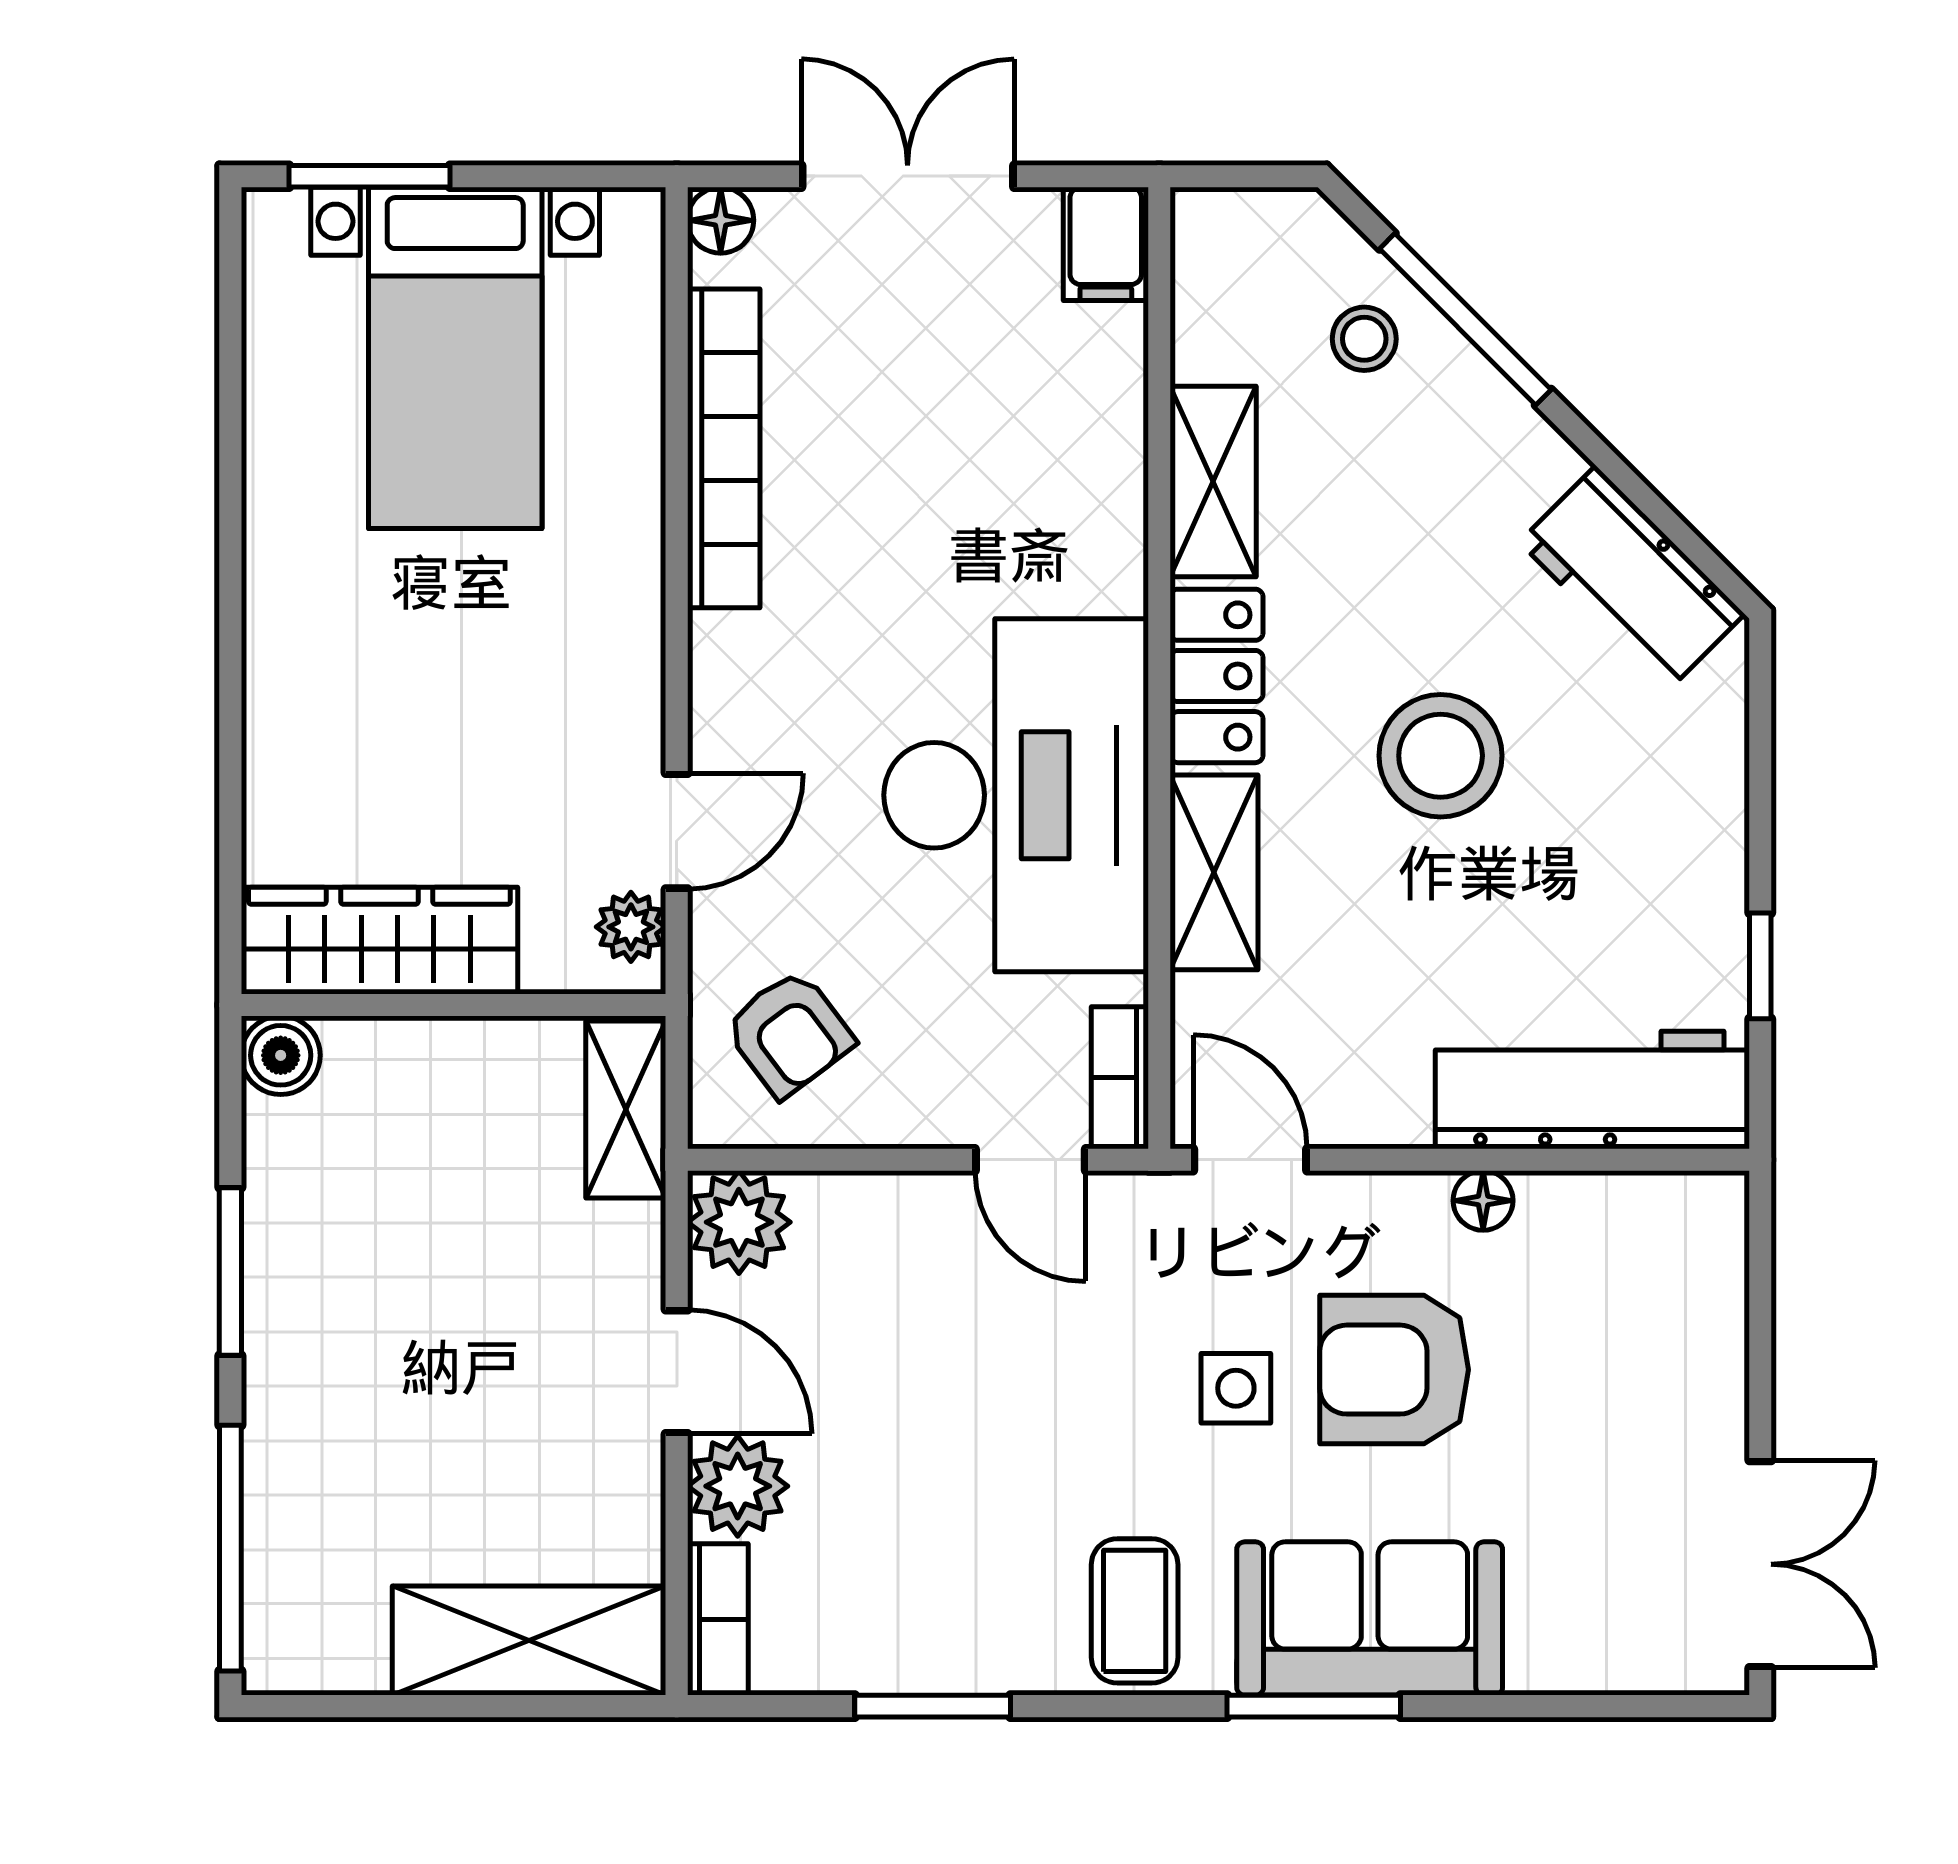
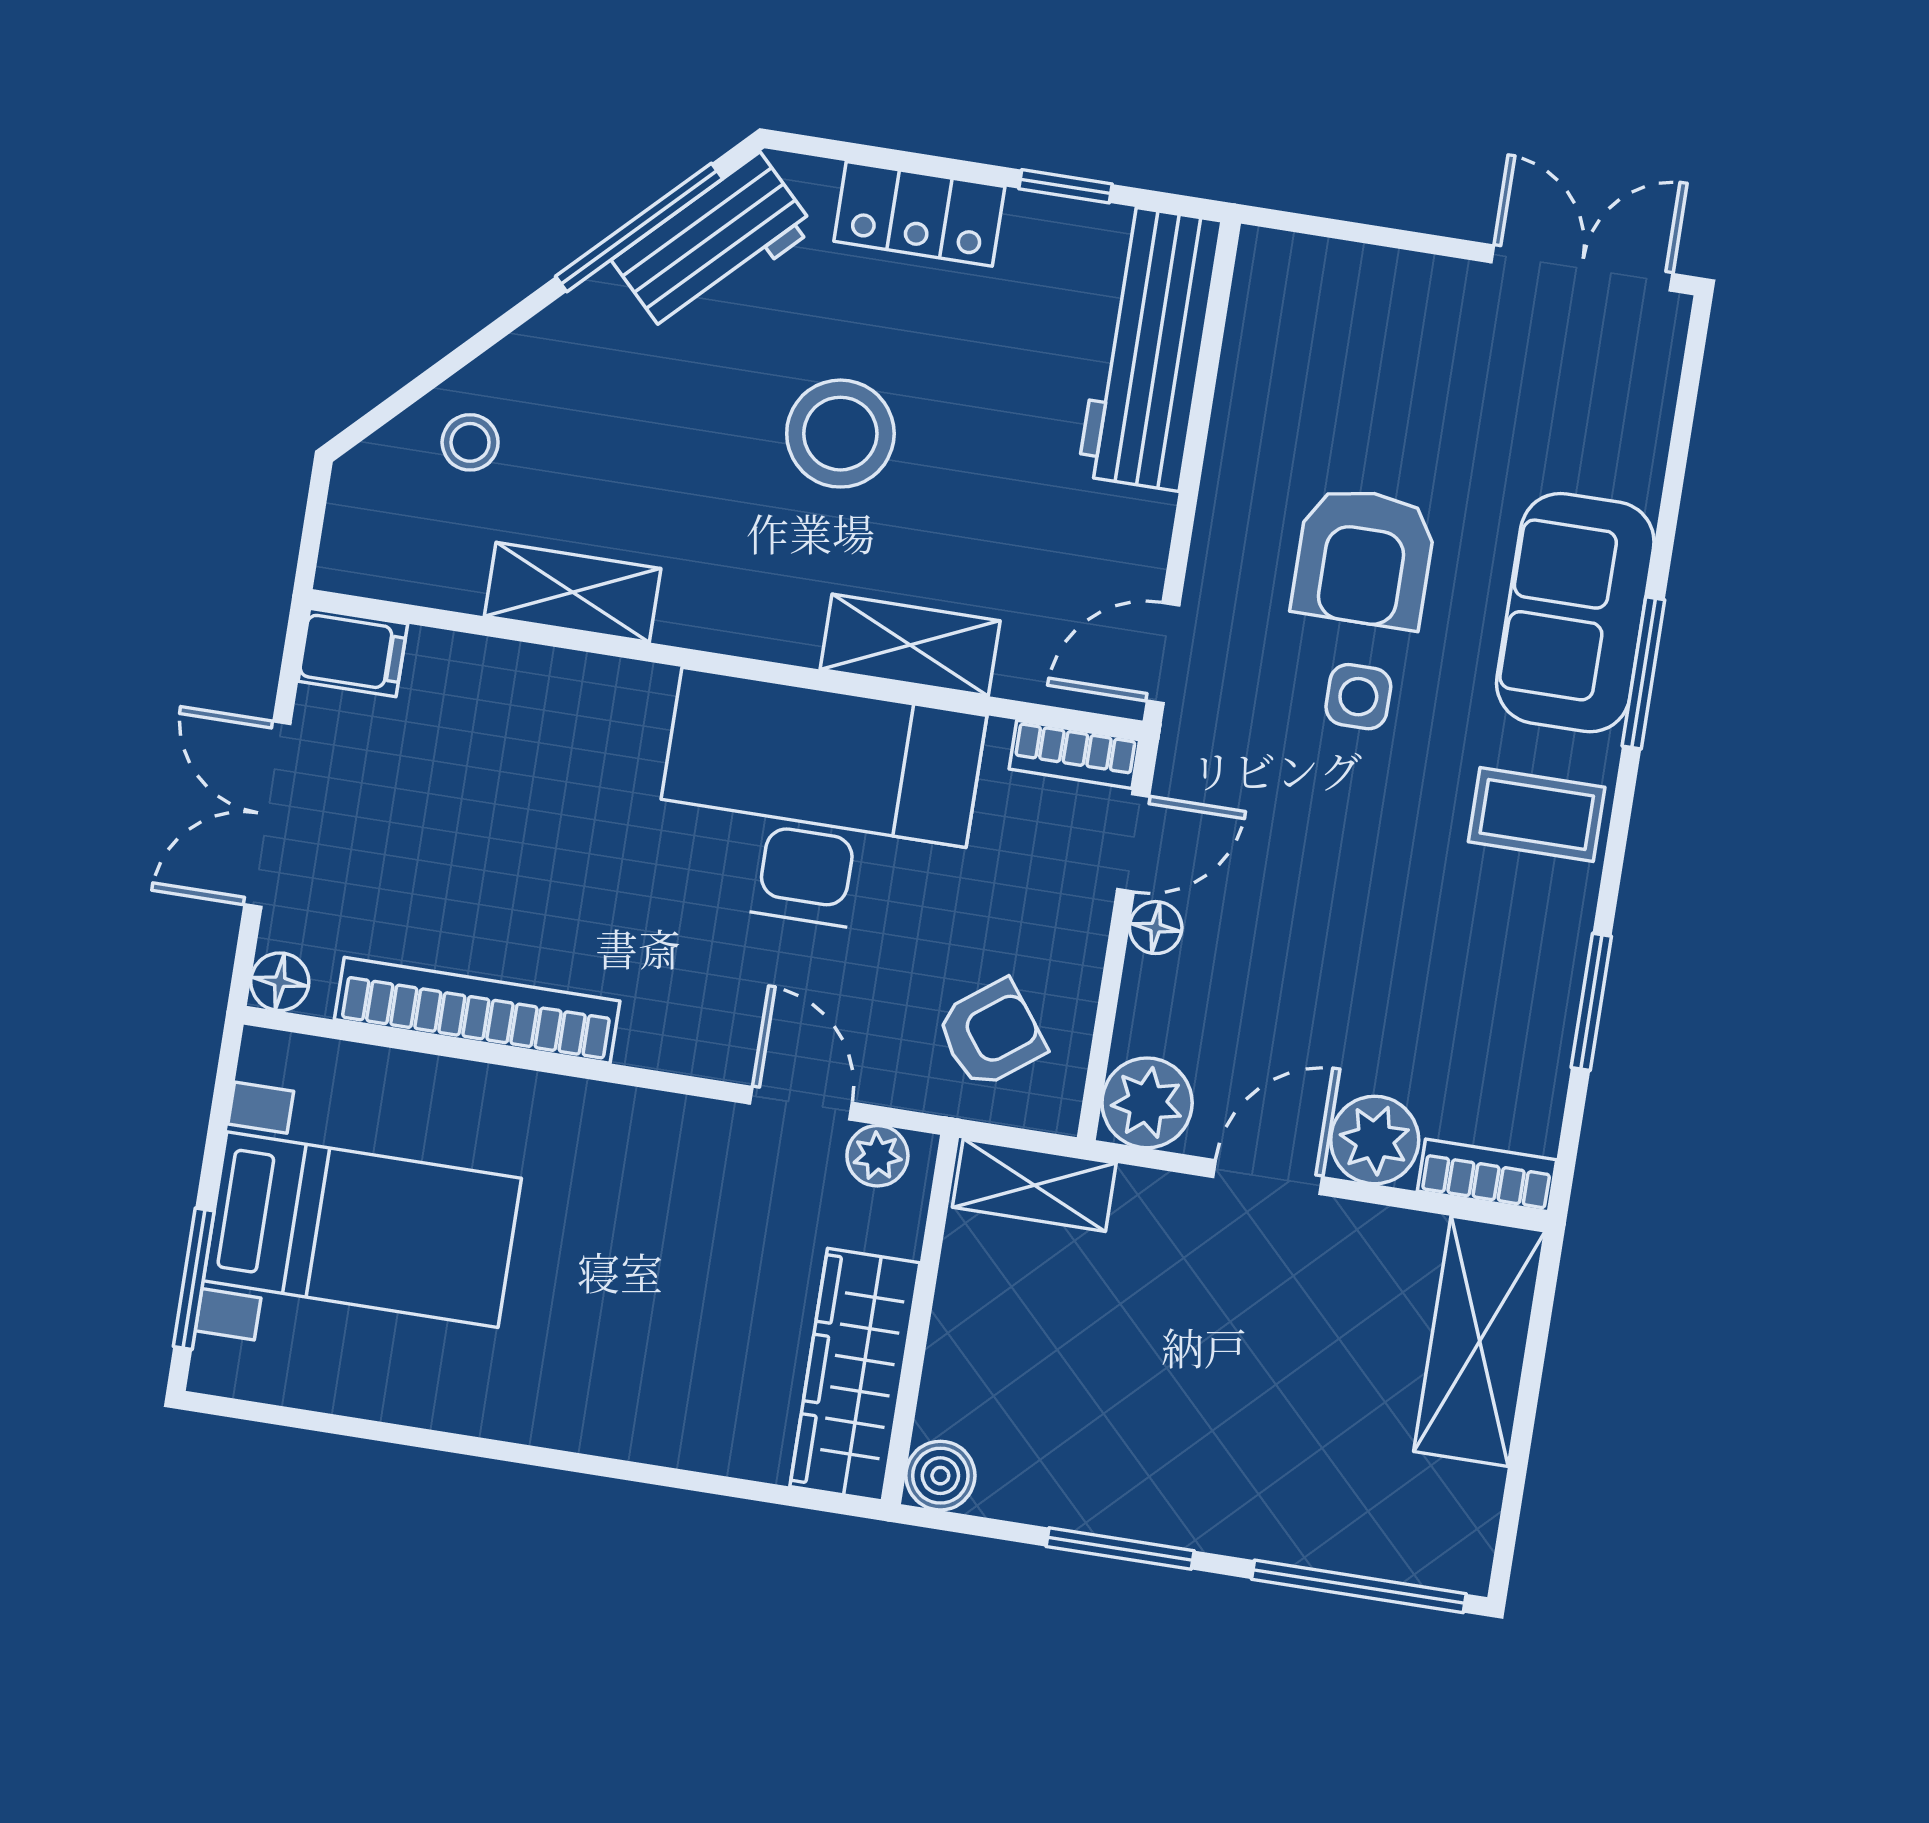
window: (1465, 319) -> (639, 227), moved
locker: (1217, 676) -> (919, 214), moved, turned 180
floor lamp: (1483, 1201) -> (1156, 928), moved

